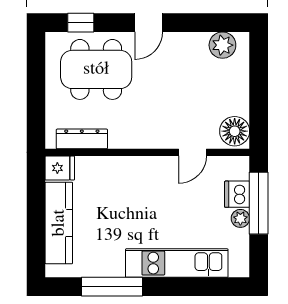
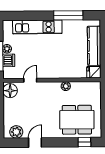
door: (149, 23) -> (35, 143), moved
dresser: (82, 139) -> (83, 86), removed
plant: (119, 139) -> (66, 86), added

